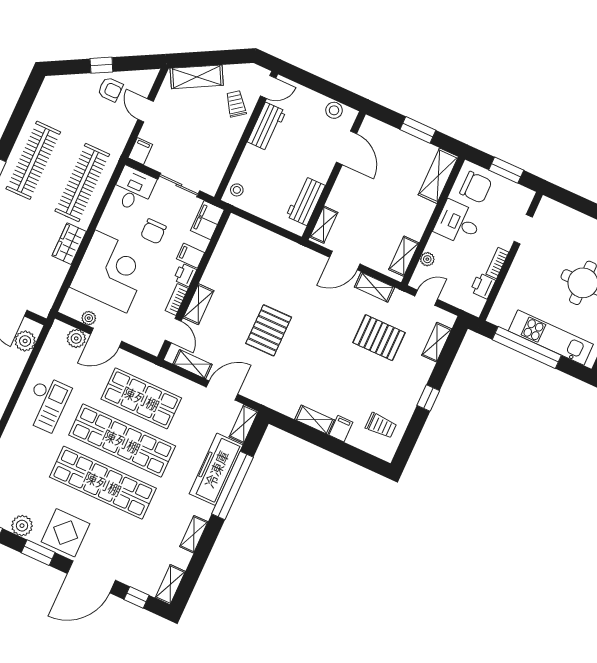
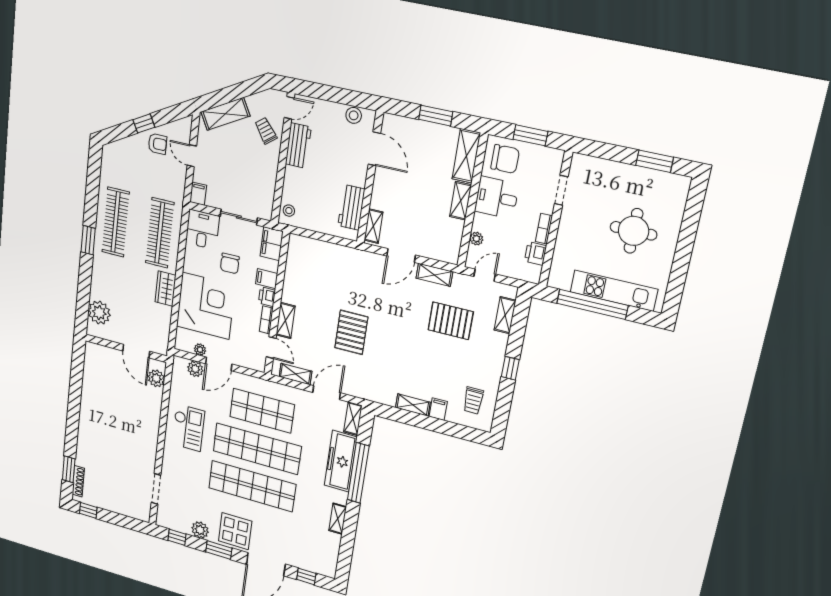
shelving: (404, 256) -> (461, 201), moved
trolley: (381, 426) -> (473, 400), turned 90
shelving: (170, 585) -> (330, 563), removed

